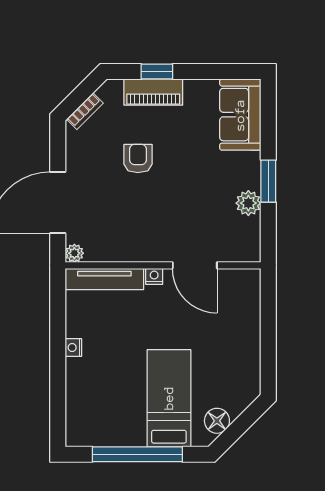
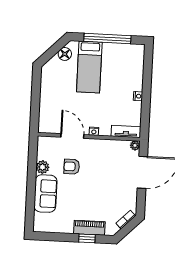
sofa: (240, 115) -> (45, 194), moved
armchair: (138, 158) -> (72, 167), moved, turned 90
window: (268, 181) -> (32, 178), removed
tv unit: (104, 279) -> (126, 131), width x0.71

